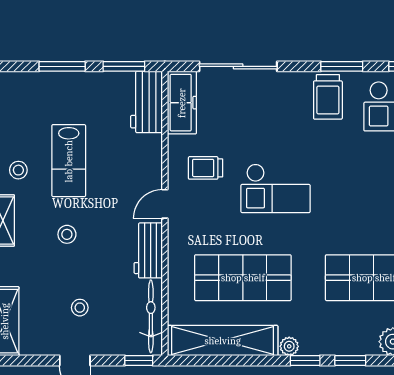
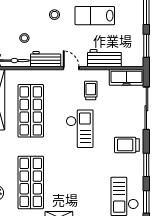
trolley: (328, 97) -> (127, 145), moved
workbench: (147, 102) -> (104, 58), moved
checkout: (276, 188) -> (80, 129), turned 180
stool: (80, 308) -> (24, 38), moved

